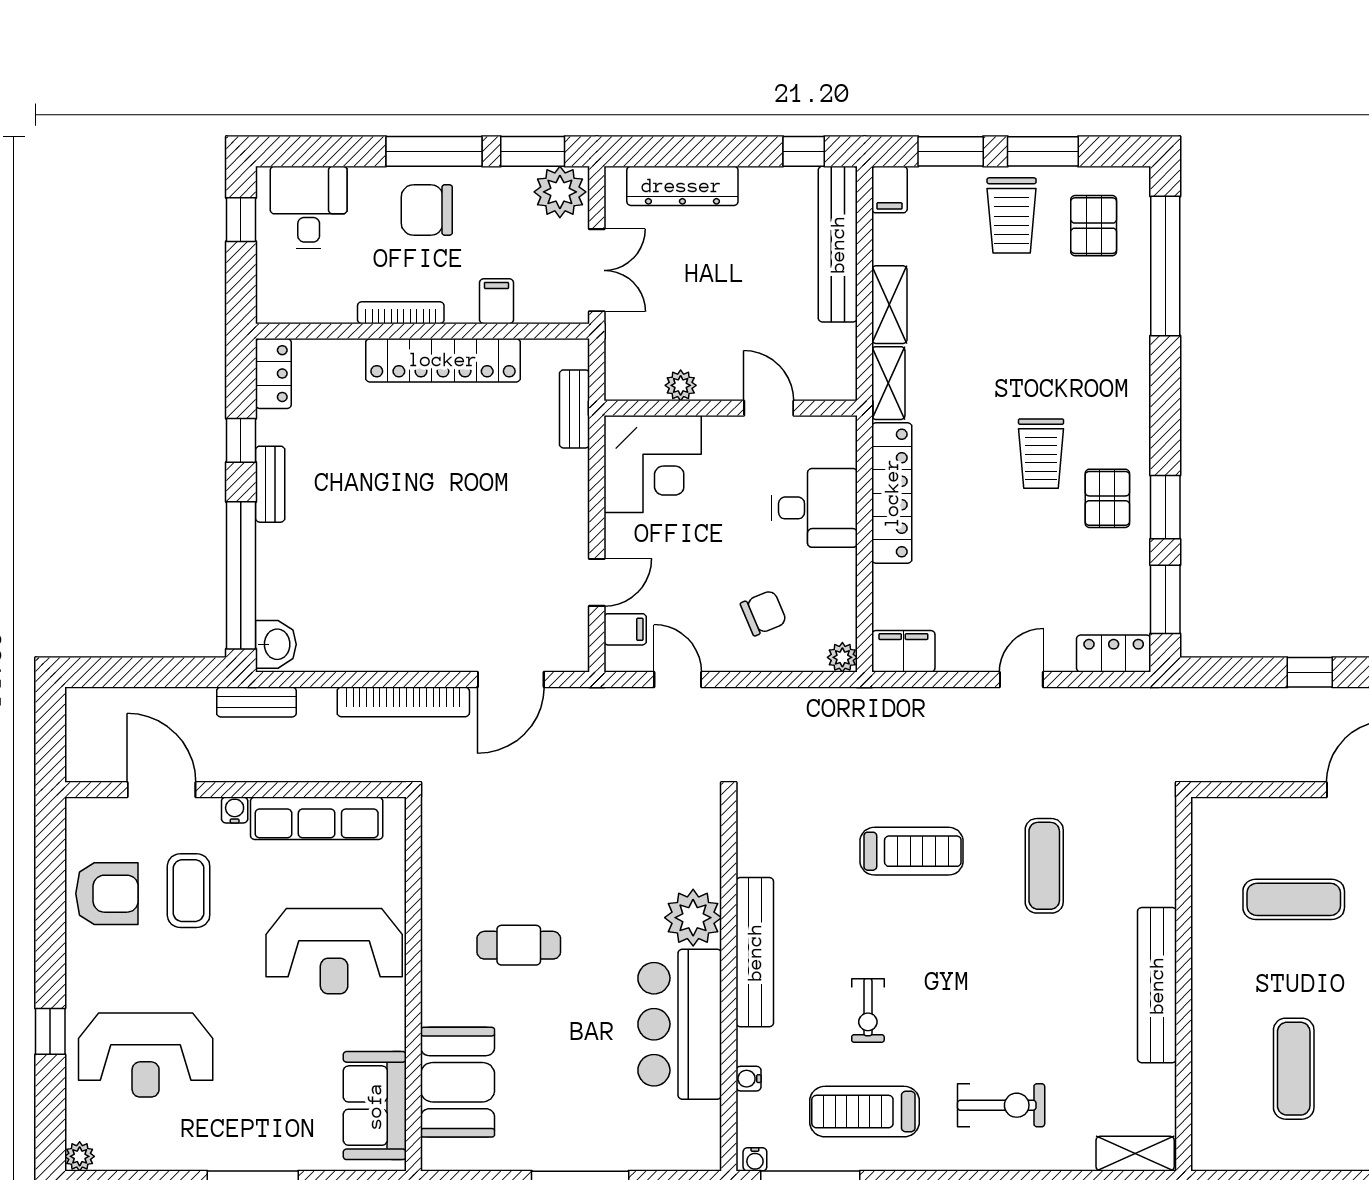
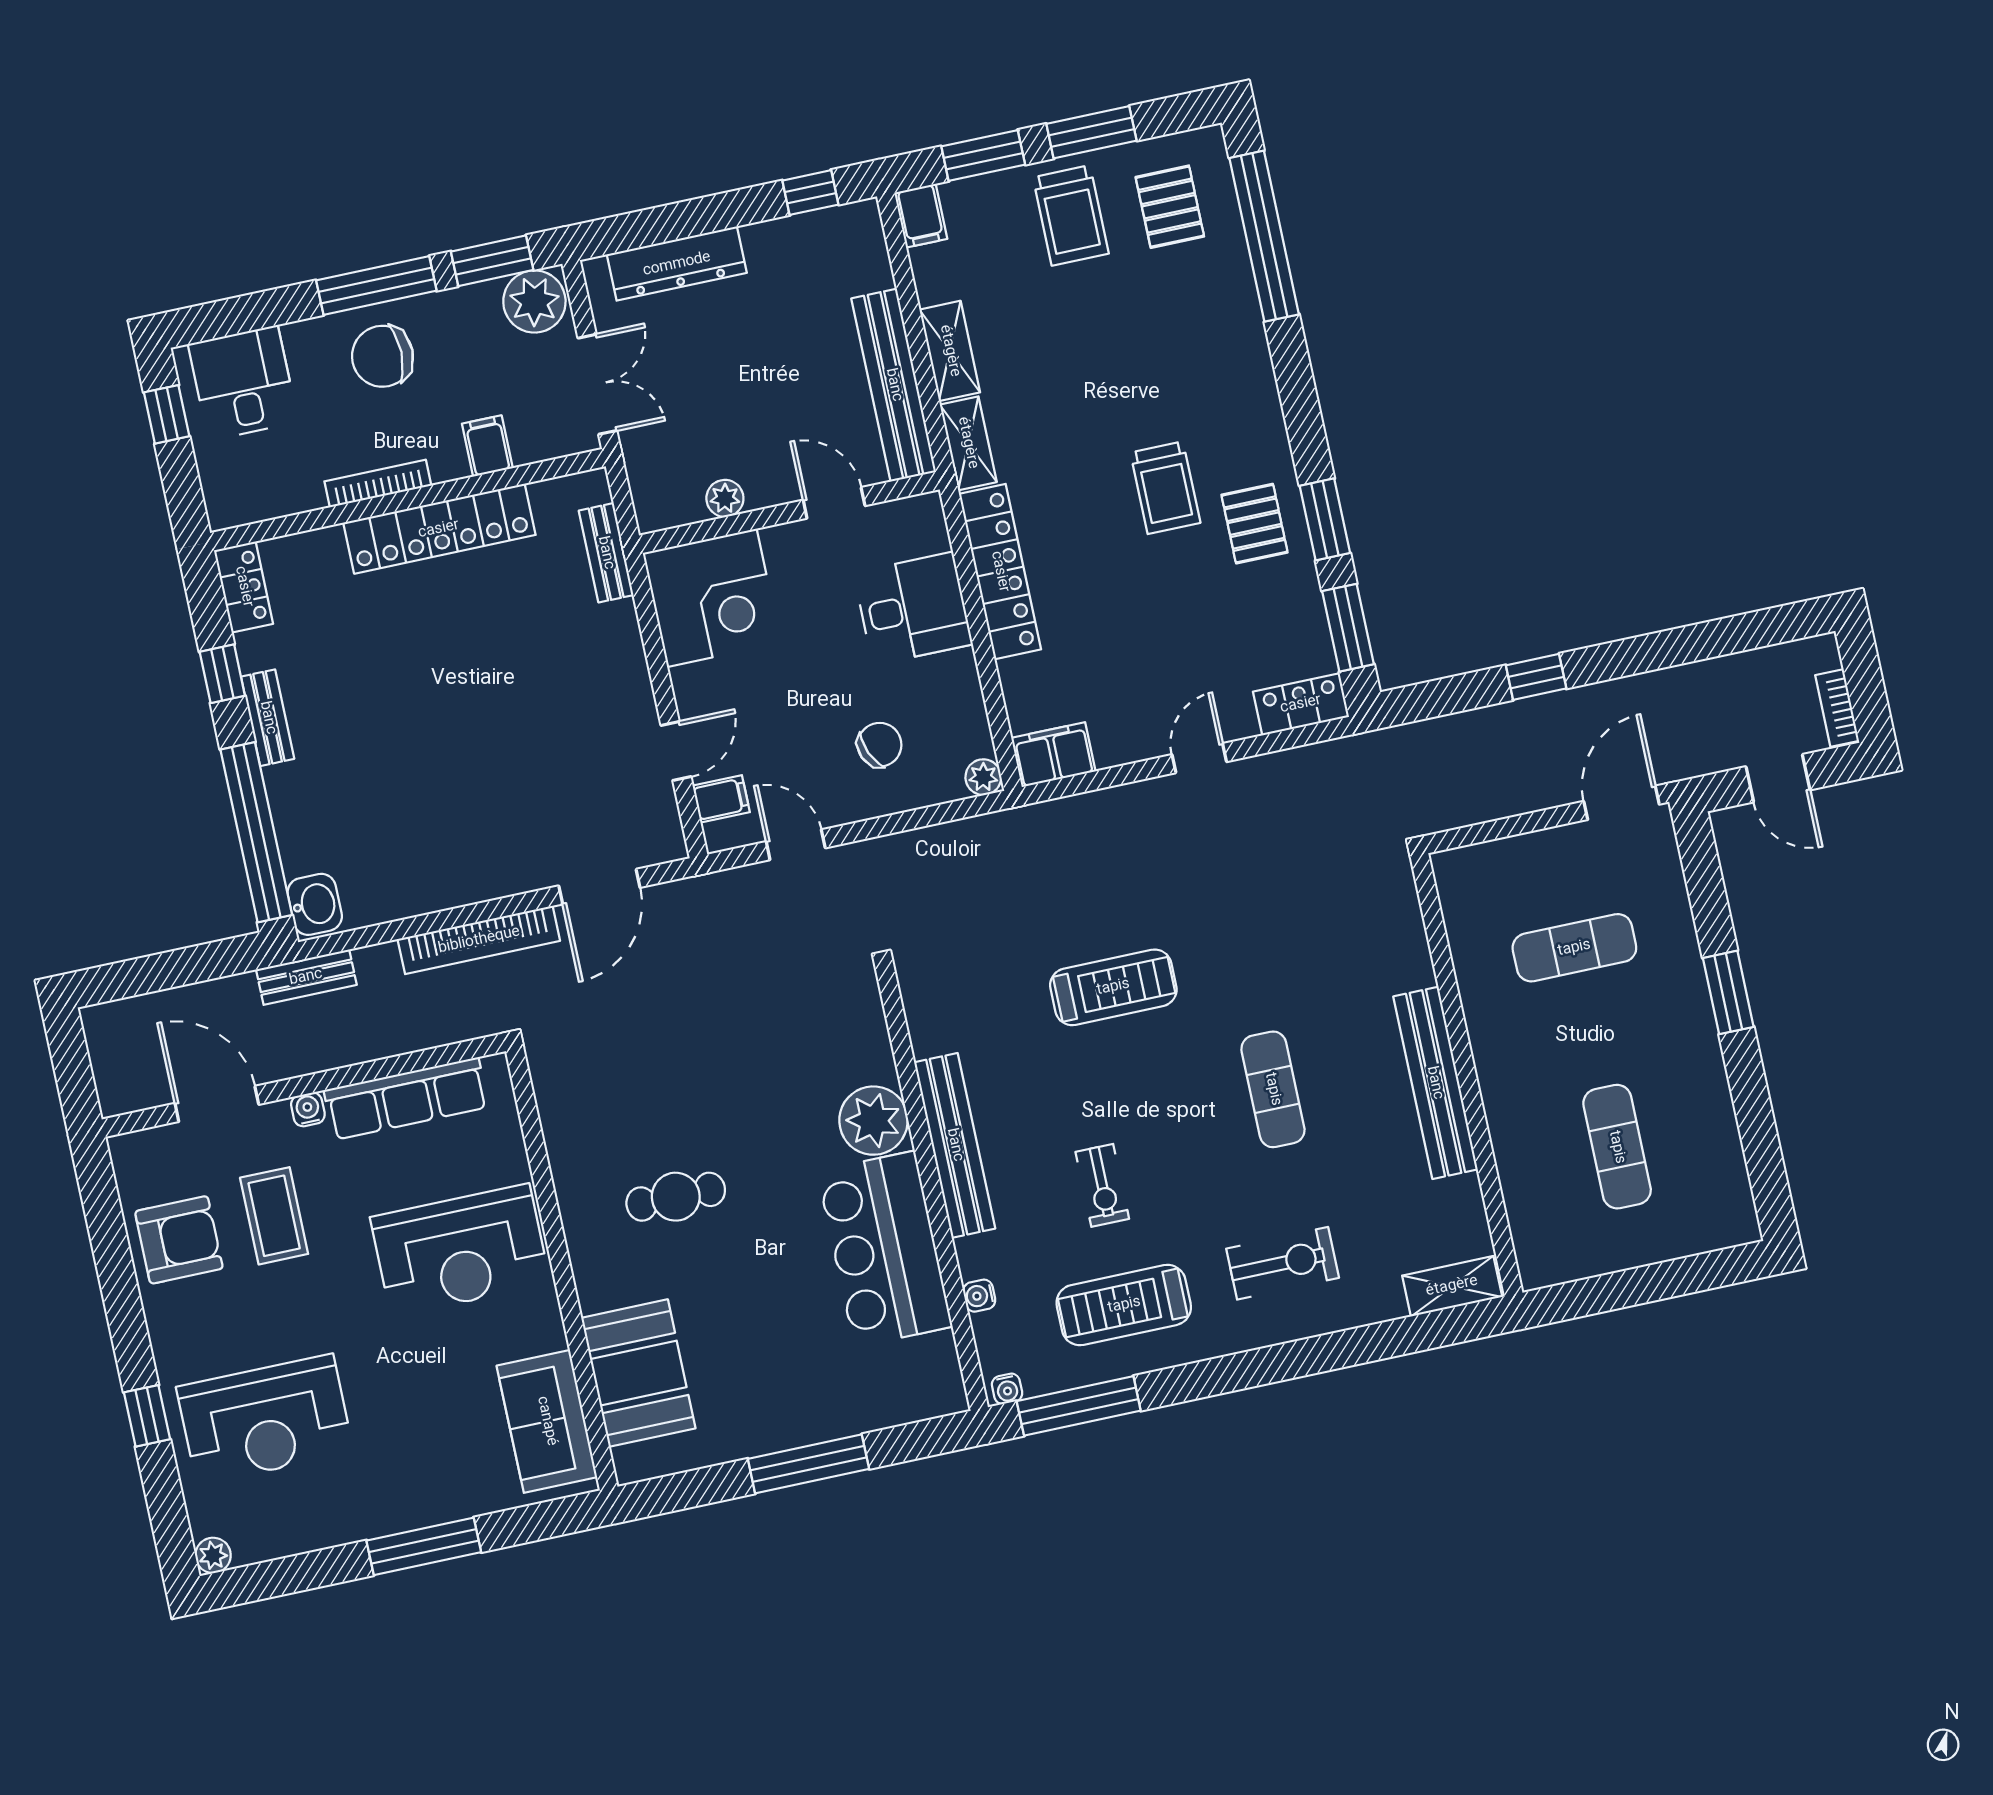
bench: (838, 244) -> (894, 385), moved
exercise mat: (1044, 866) -> (1273, 1089), moved

